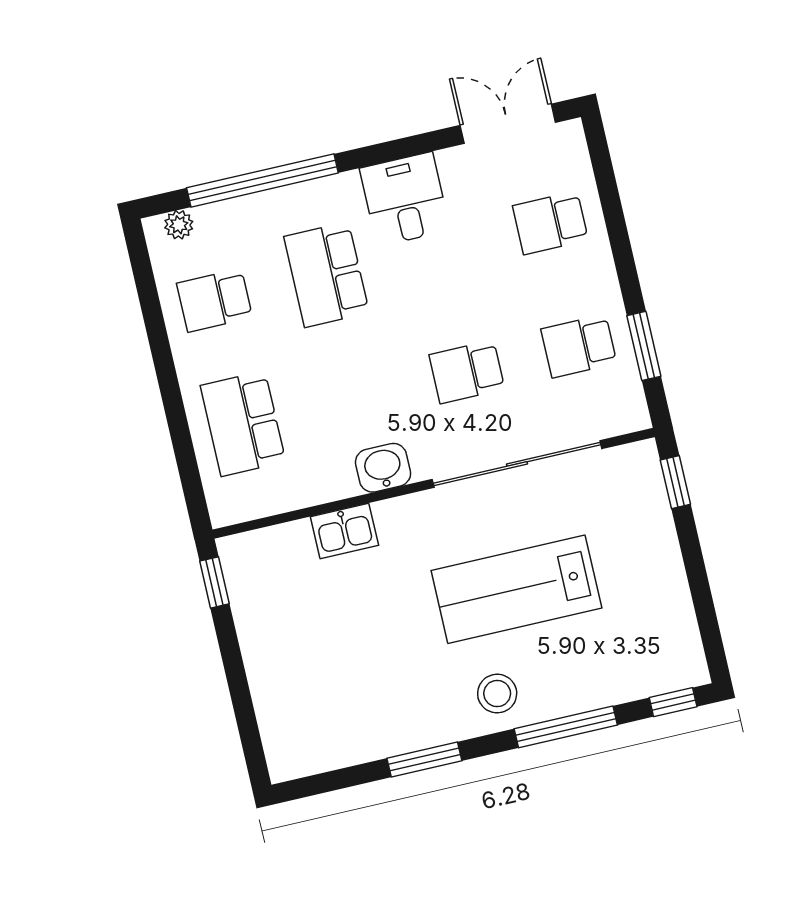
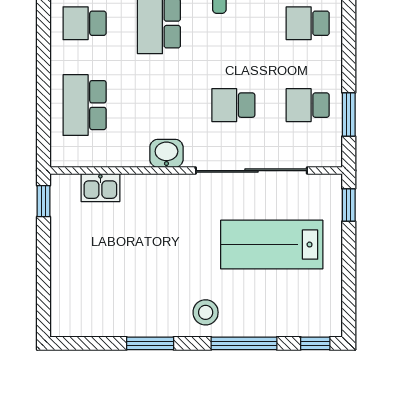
kitchen sink: (344, 531) -> (100, 188), moved
lab bench: (516, 589) -> (272, 245), moved

